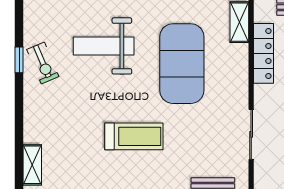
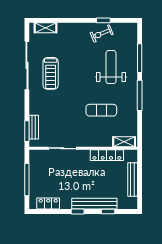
exercise mat: (182, 64) -> (101, 110), width x0.50, depth x0.69
treadmill: (134, 136) -> (51, 73), moved

